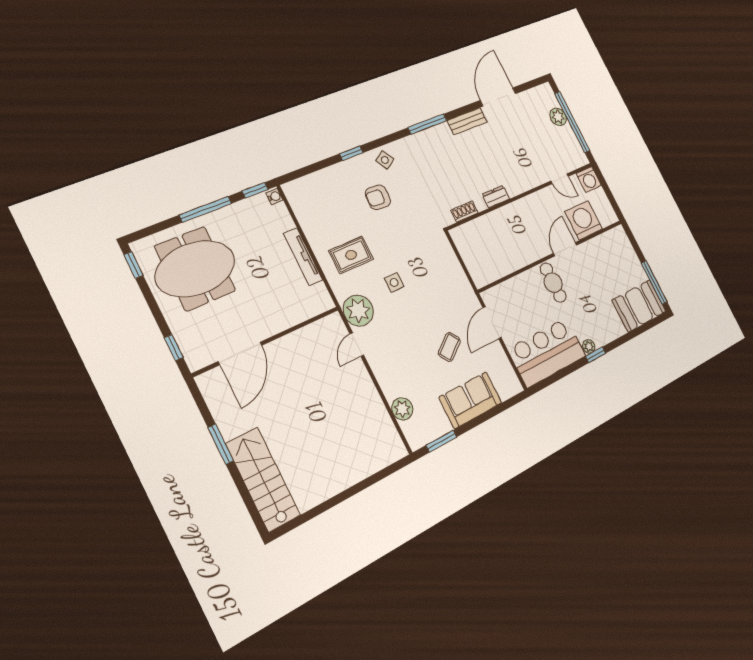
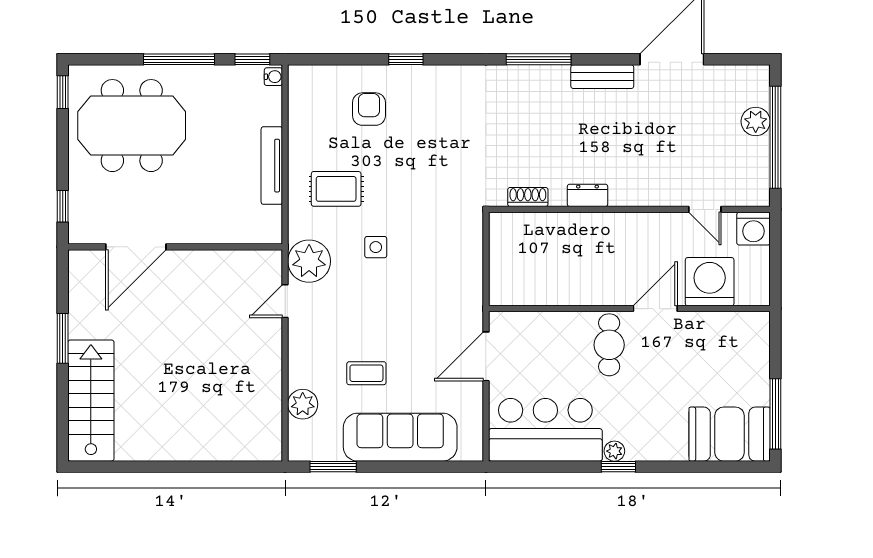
side table: (385, 160) -> (449, 85), removed
armchair: (378, 197) -> (369, 109), moved, turned 86
coffee table: (449, 347) -> (366, 373), moved, turned 36
sofa: (470, 400) -> (400, 437), width x1.36

